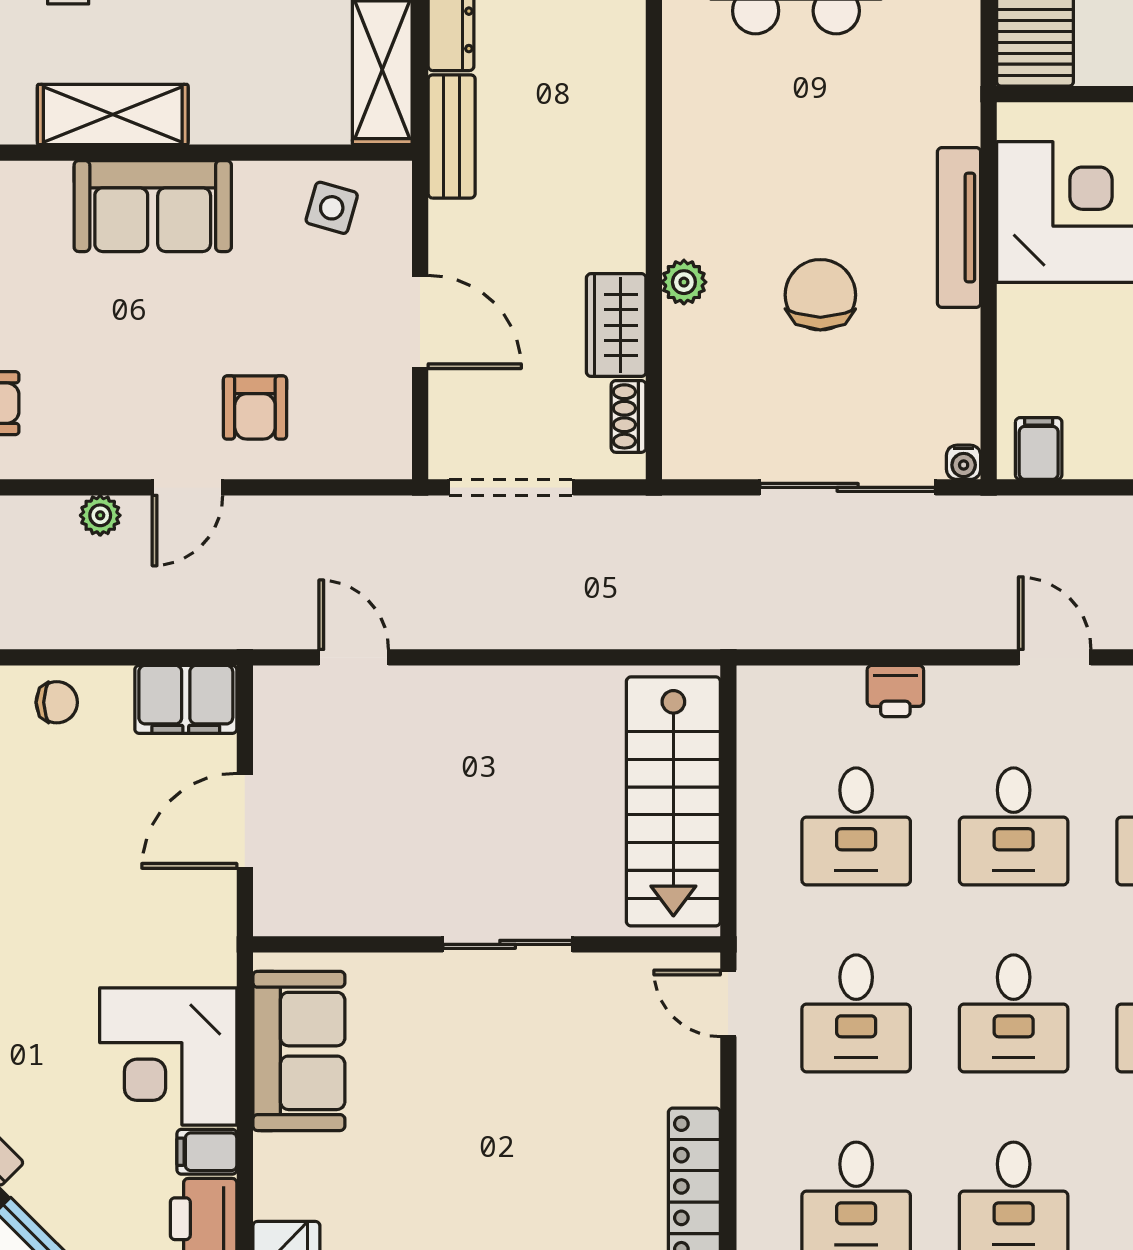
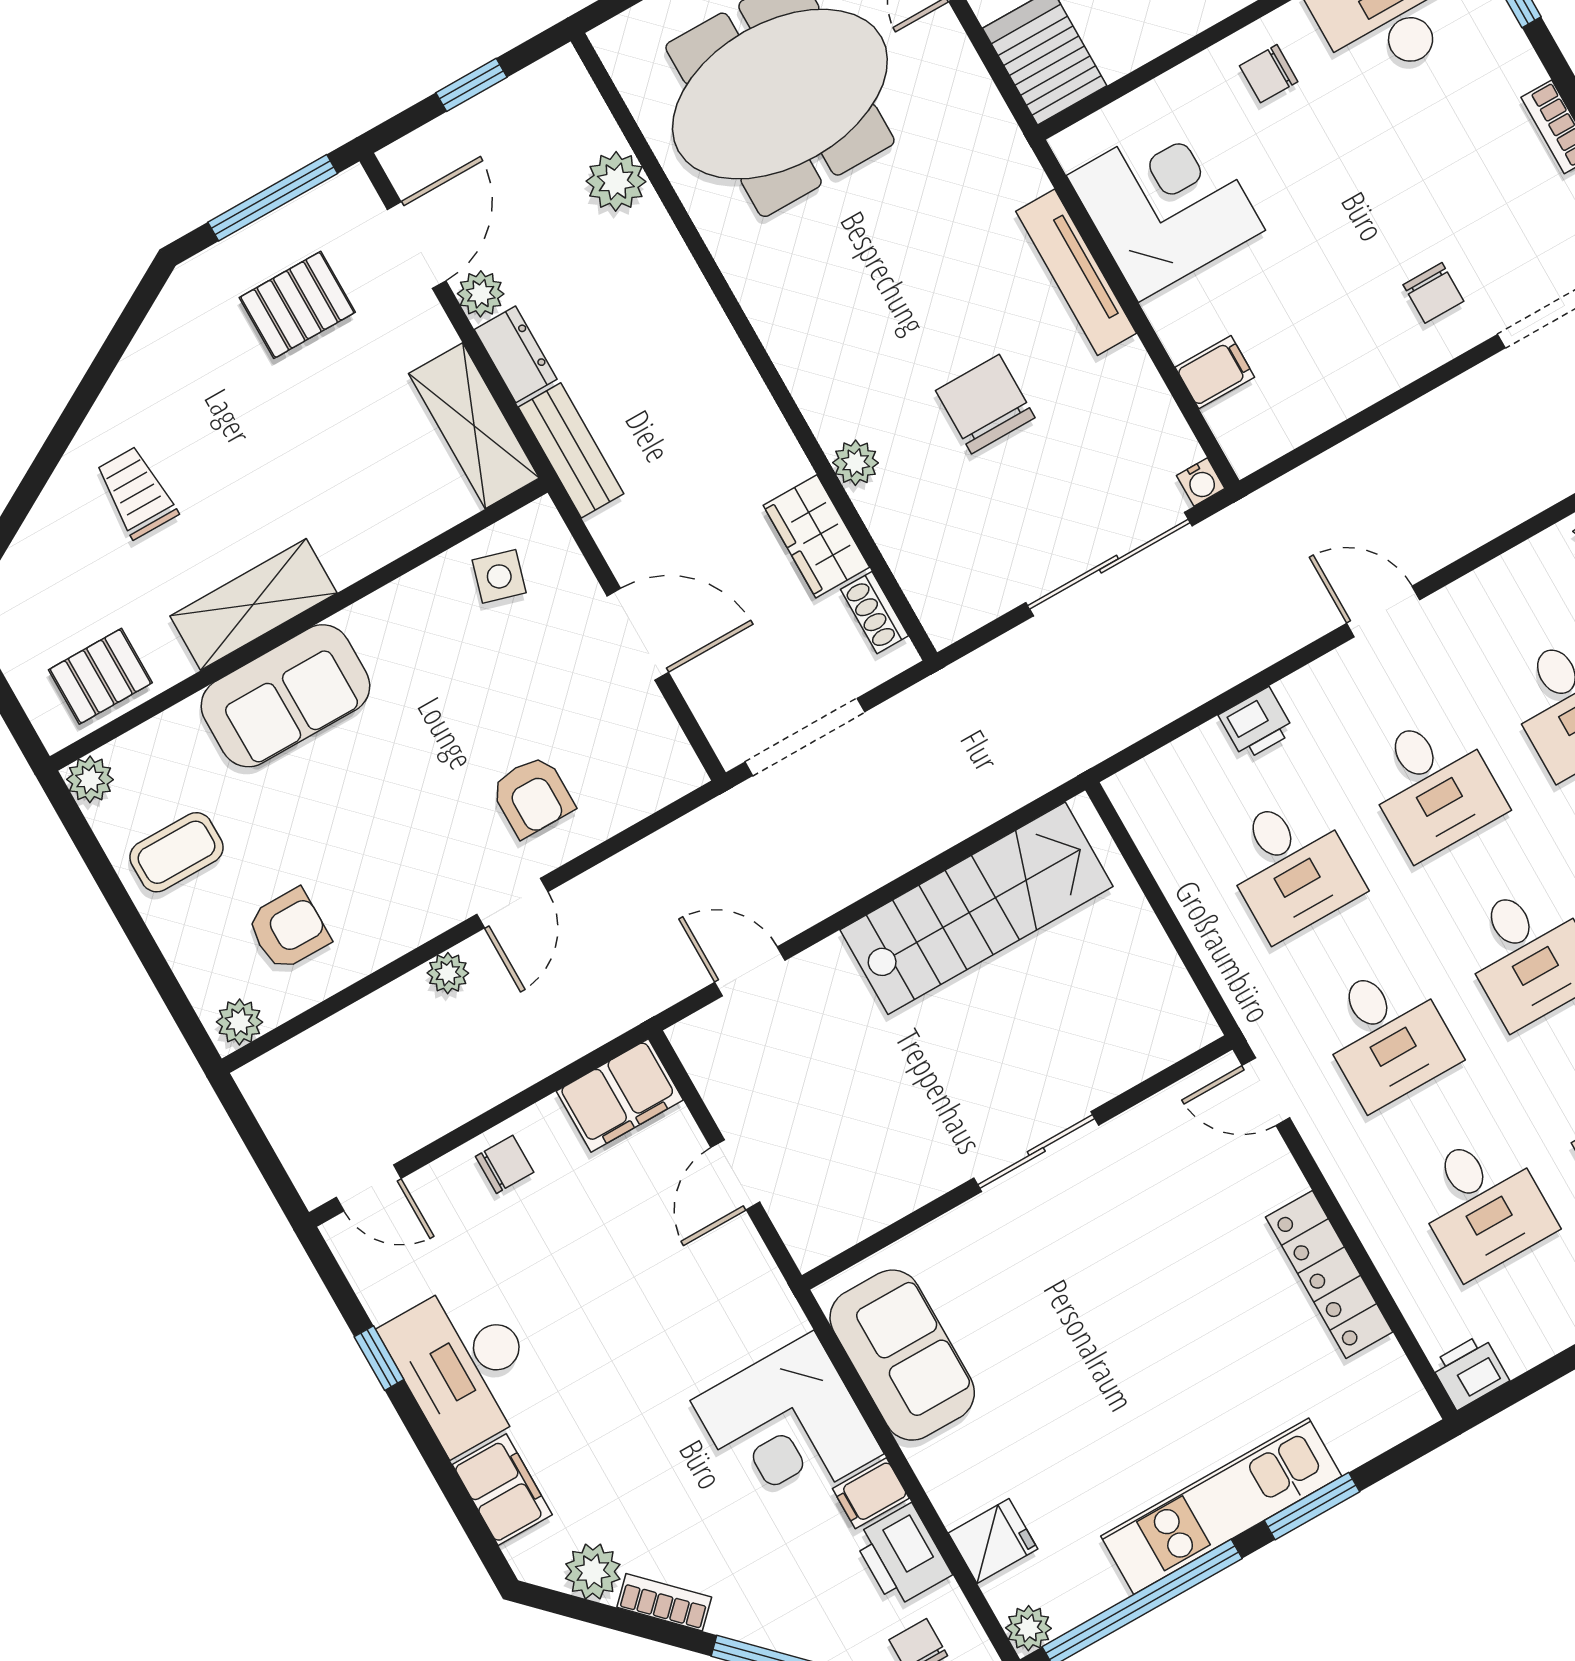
sofa: (153, 206) -> (285, 696), moved
filing cabinet: (1039, 449) -> (1215, 372), moved, turned 90
stairs: (673, 801) -> (977, 908), moved, turned -90
door: (245, 821) -> (735, 1175), width x0.73

